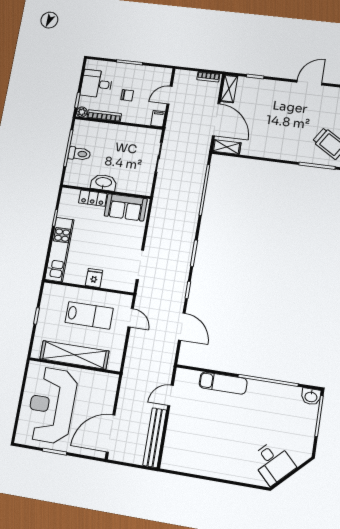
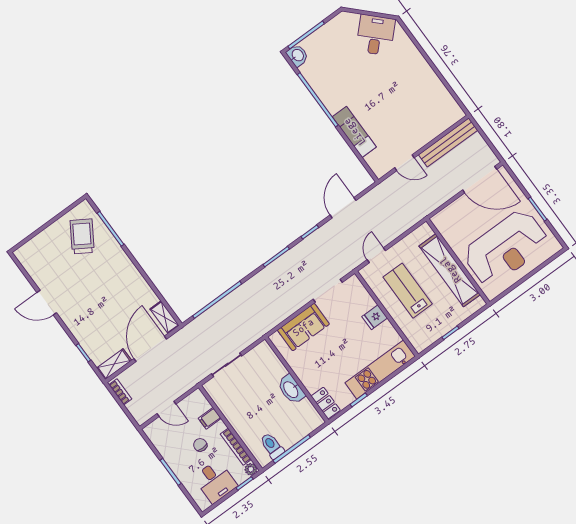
filing cabinet: (158, 119) -> (210, 418), moved
toilet: (79, 154) -> (272, 446), moved
locker: (93, 198) -> (326, 403), moved
sofa: (126, 207) -> (303, 327), moved, turned 90

